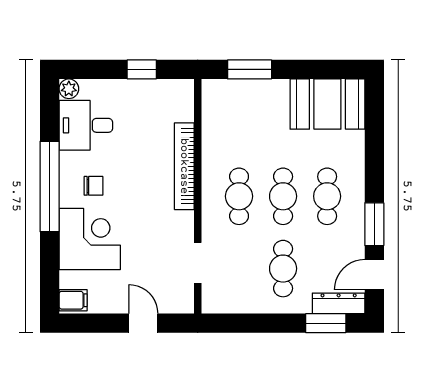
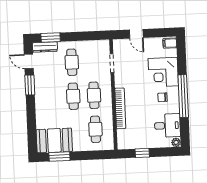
window: (250, 69) -> (59, 157), moved
cafe table: (327, 196) -> (95, 129), moved
door: (374, 275) -> (29, 61), swing flipped

